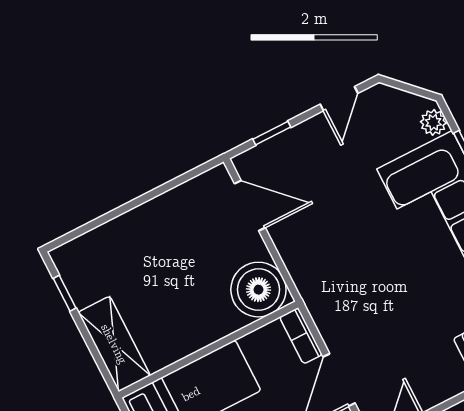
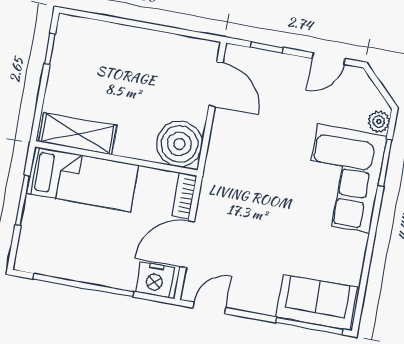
shelving: (114, 344) -> (78, 134), moved, turned 90

